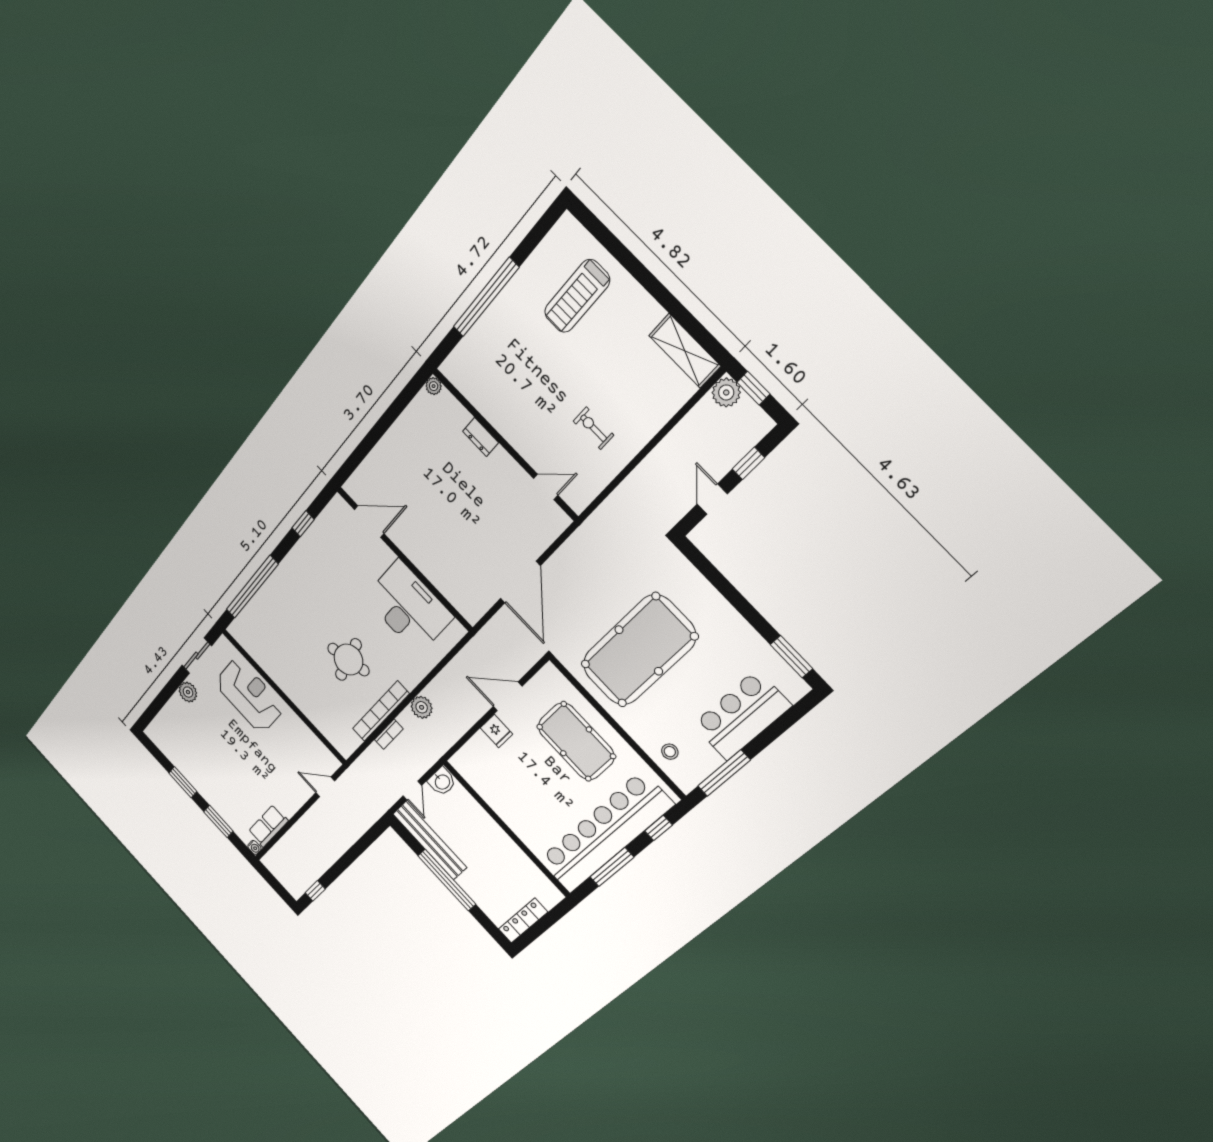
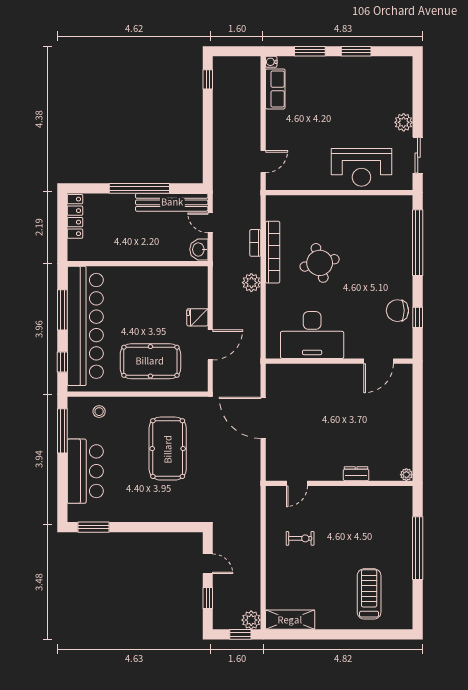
chair: (316, 548) -> (397, 311), added
pool table: (639, 650) -> (168, 449), width x0.73, depth x0.76

